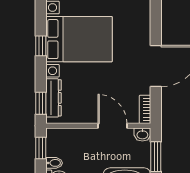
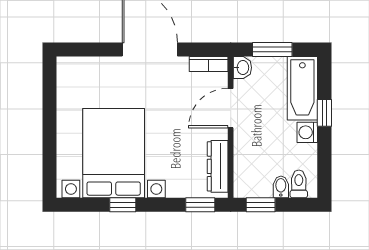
dresser: (53, 98) -> (218, 166), moved, turned -90

